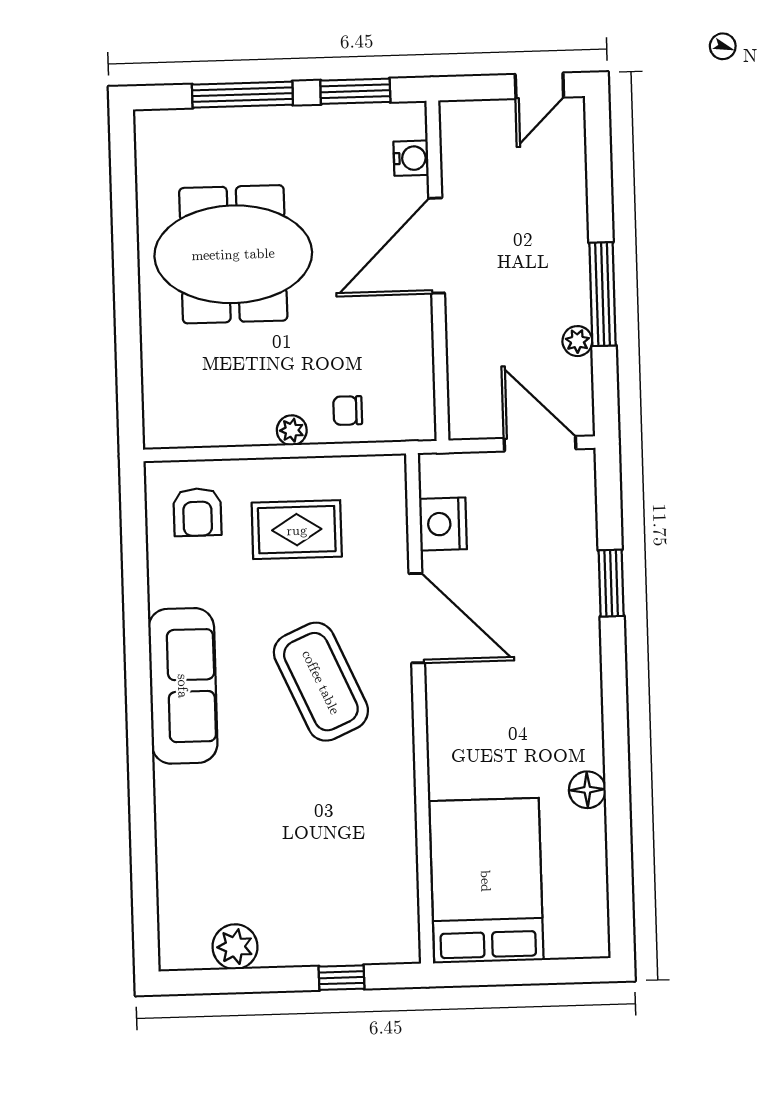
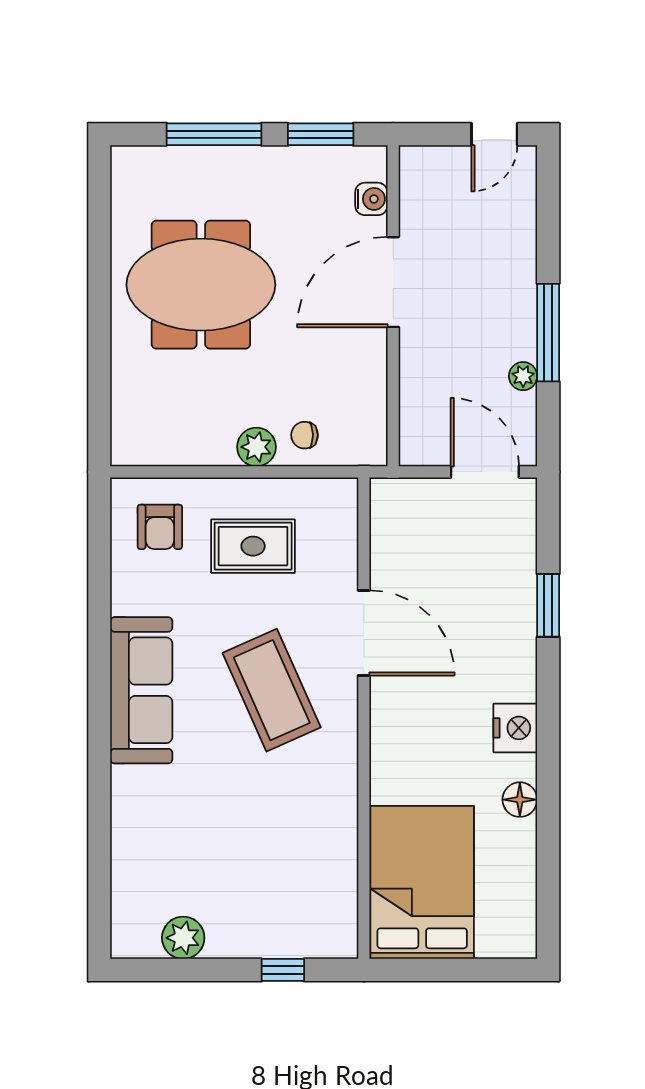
plant: (292, 430) -> (256, 447), width x1.38, depth x1.38
nightstand: (443, 524) -> (515, 728), moved, turned 180

